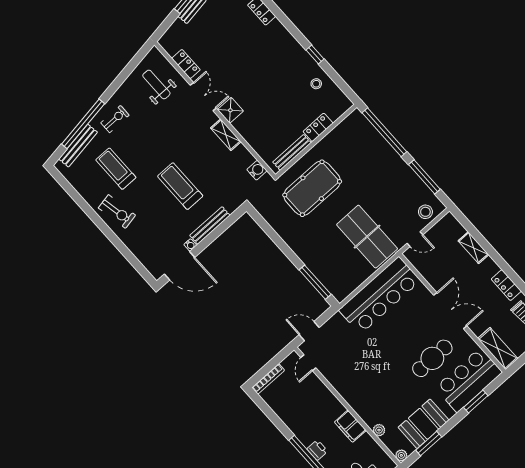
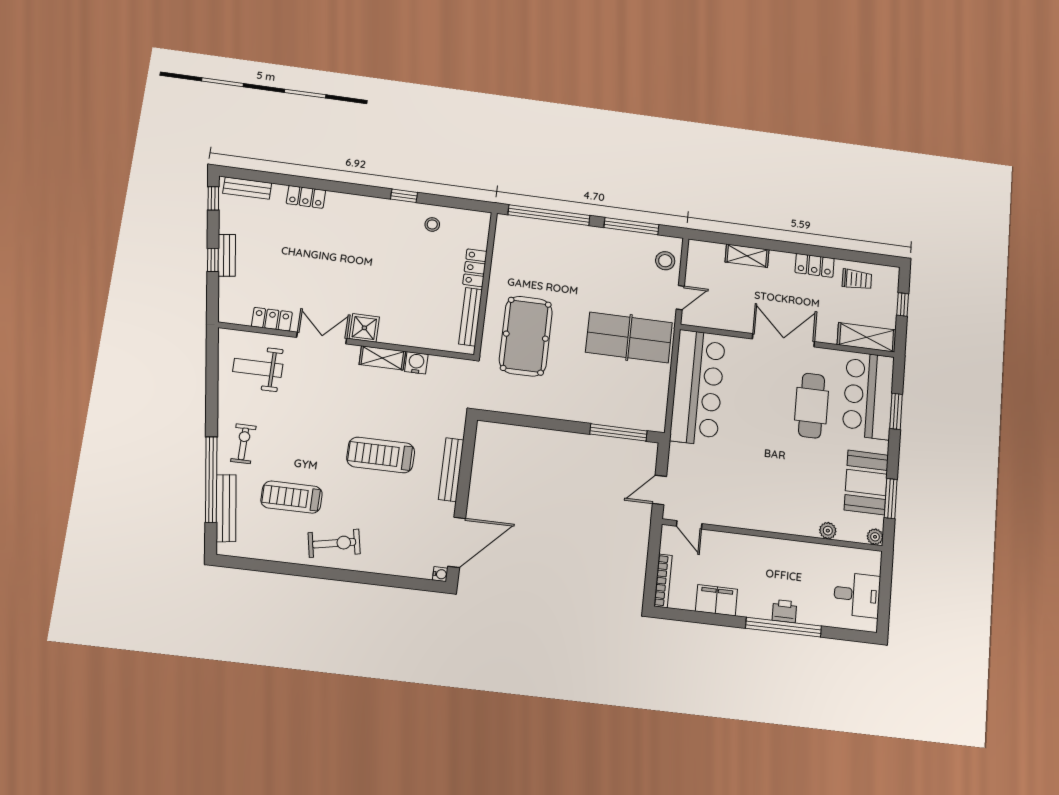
water cooler: (257, 170) -> (416, 363), moved
water cooler: (190, 245) -> (440, 574), moved
filing cabinet: (350, 426) -> (716, 600), moved, turned 180

